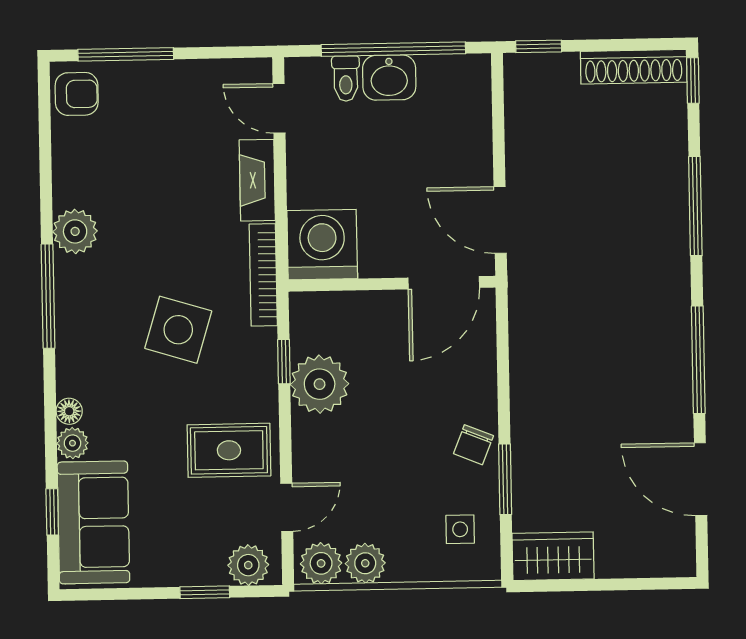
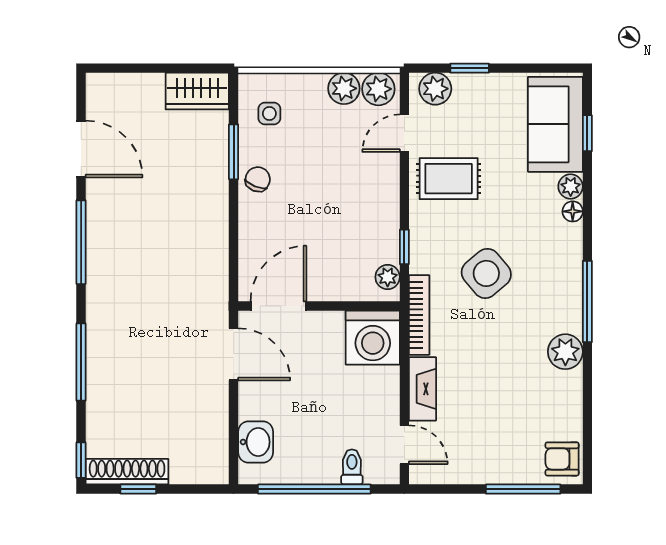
window: (539, 46) -> (138, 489), moved
washbasin: (389, 78) -> (256, 442), moved, turned 90
side table: (178, 330) -> (486, 273), turned 33
plant: (320, 384) -> (388, 277), moved, width x0.53, depth x0.53

